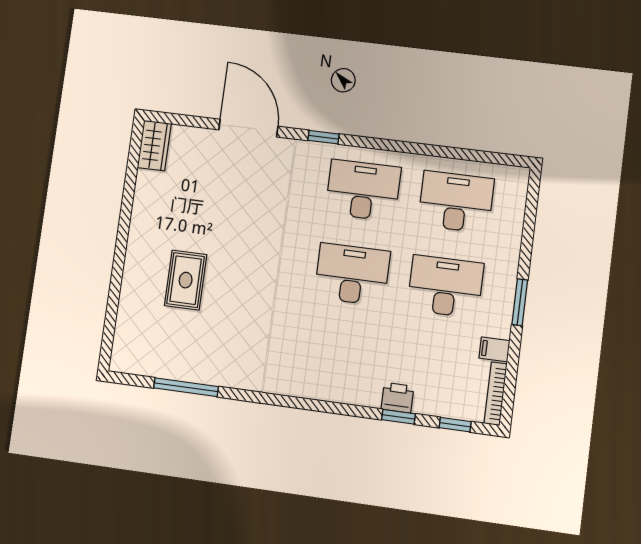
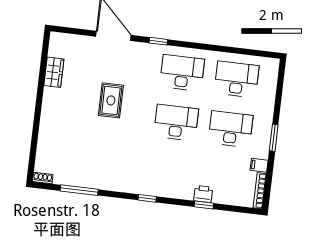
wardrobe: (154, 146) -> (54, 72), moved
rug: (186, 280) -> (111, 100), moved
shoe rack: (125, 366) -> (43, 178), added
window: (455, 425) -> (147, 198), moved

